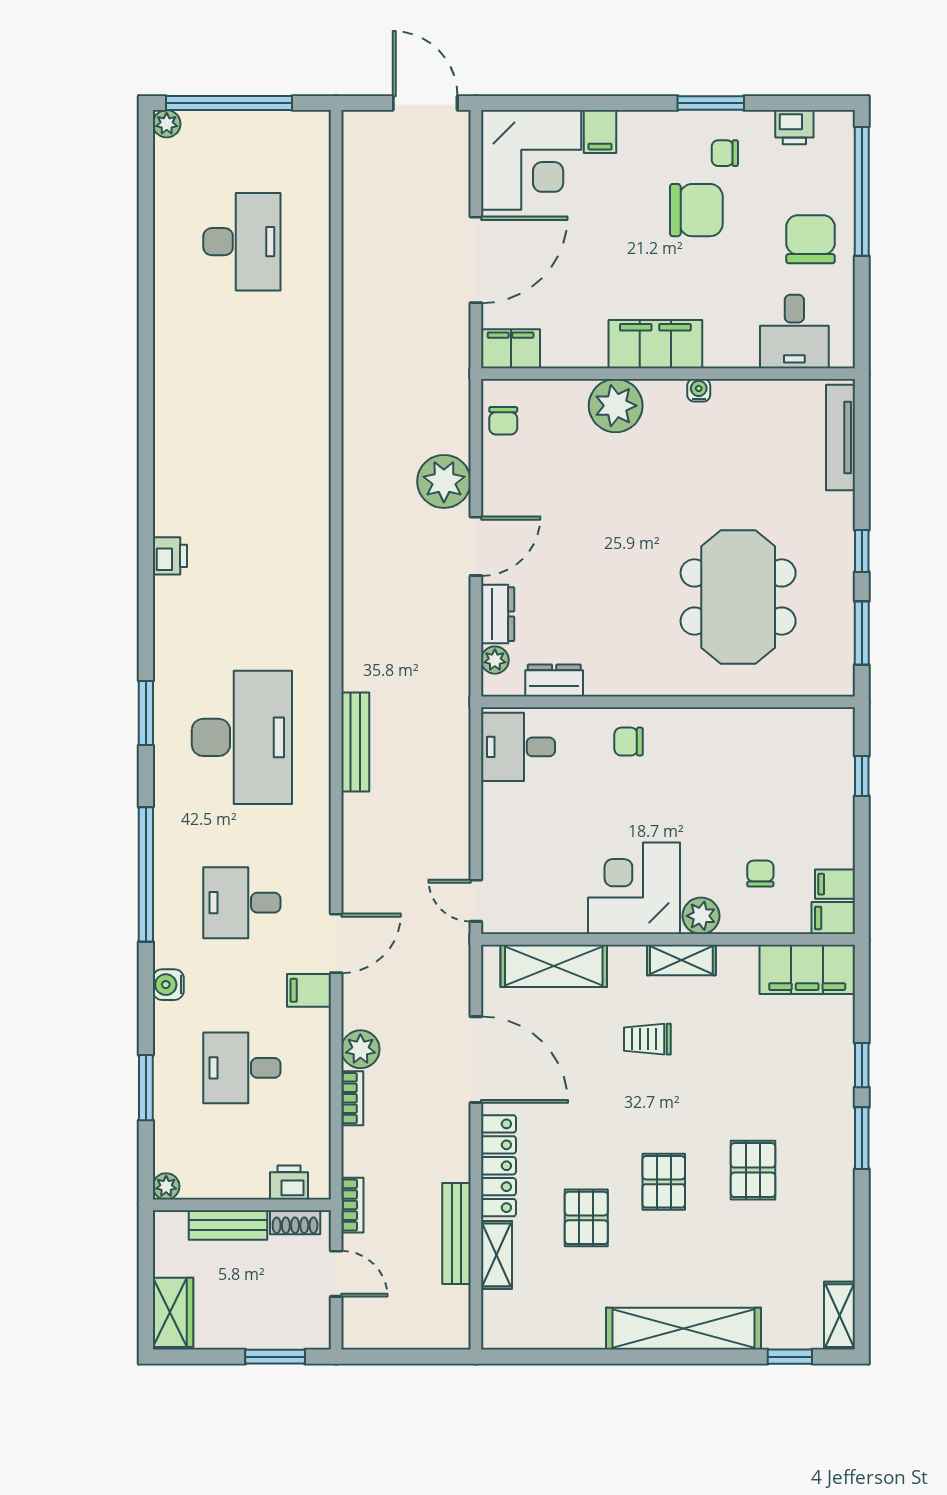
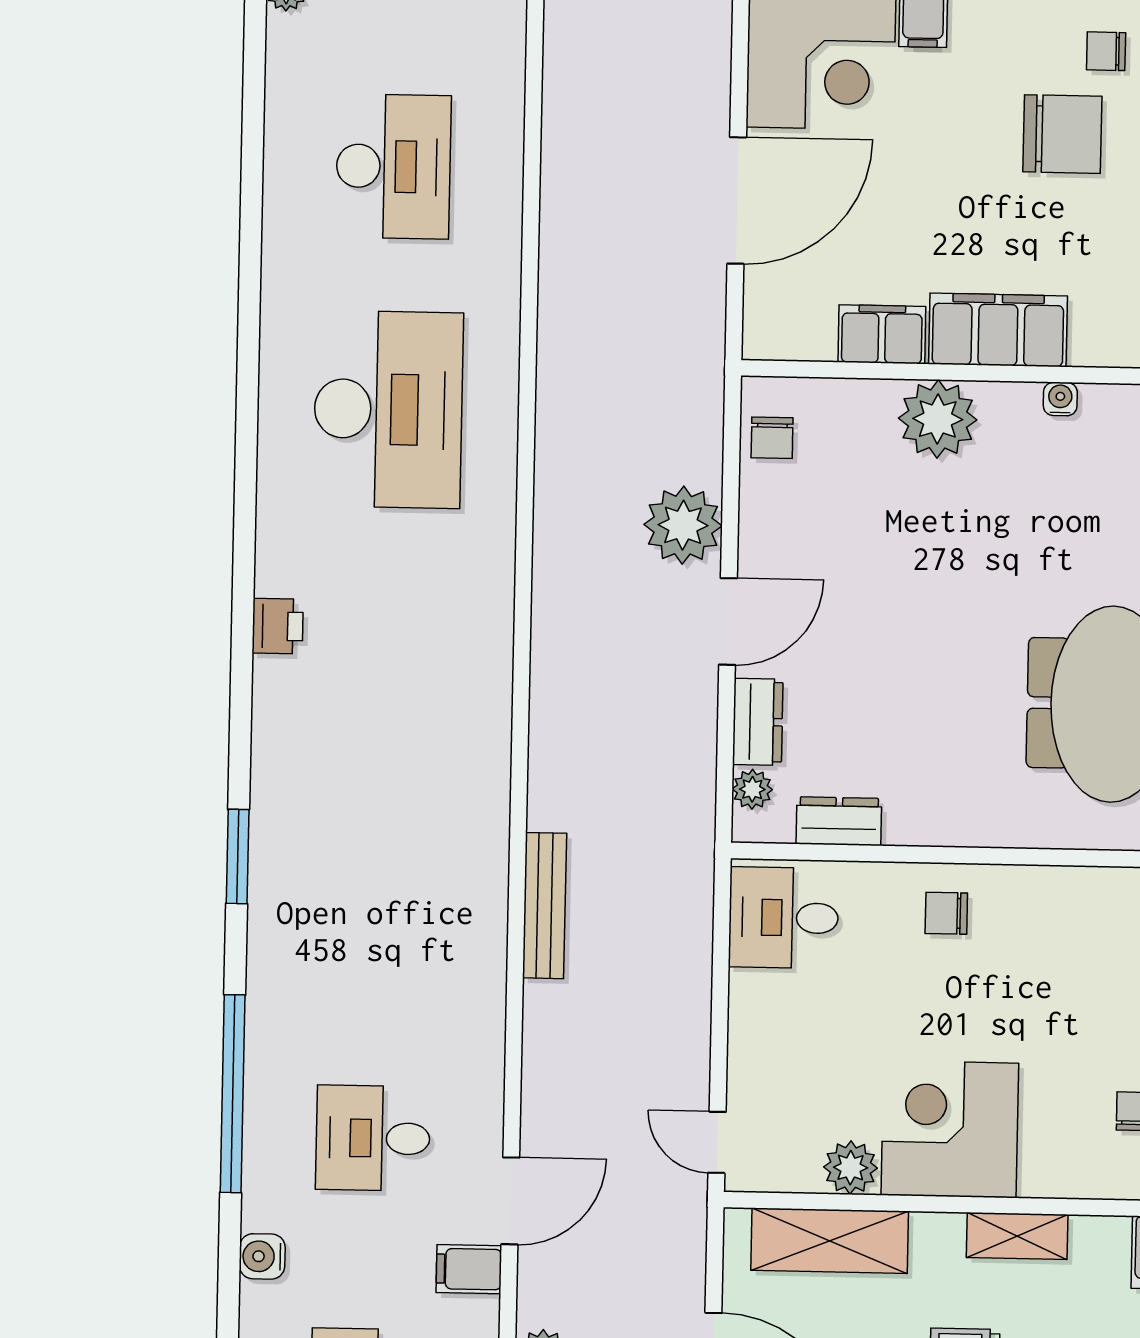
filing cabinet: (511, 349) -> (882, 334), moved
desk: (242, 737) -> (388, 409), moved
plant: (701, 916) -> (851, 1168), moved

